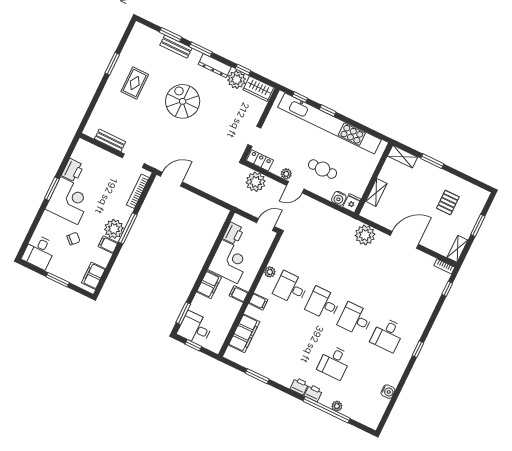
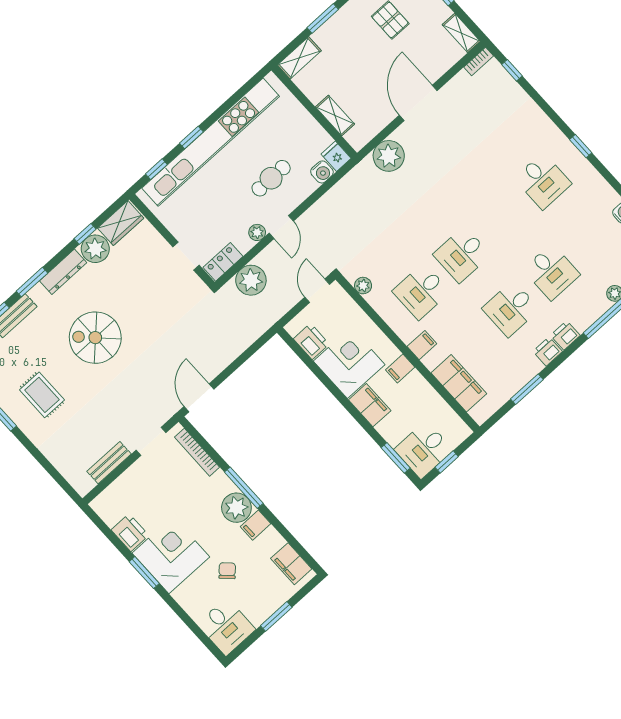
plant: (270, 272) -> (363, 286), moved
desk: (355, 319) -> (511, 309), moved
printer: (313, 393) -> (548, 351), moved

